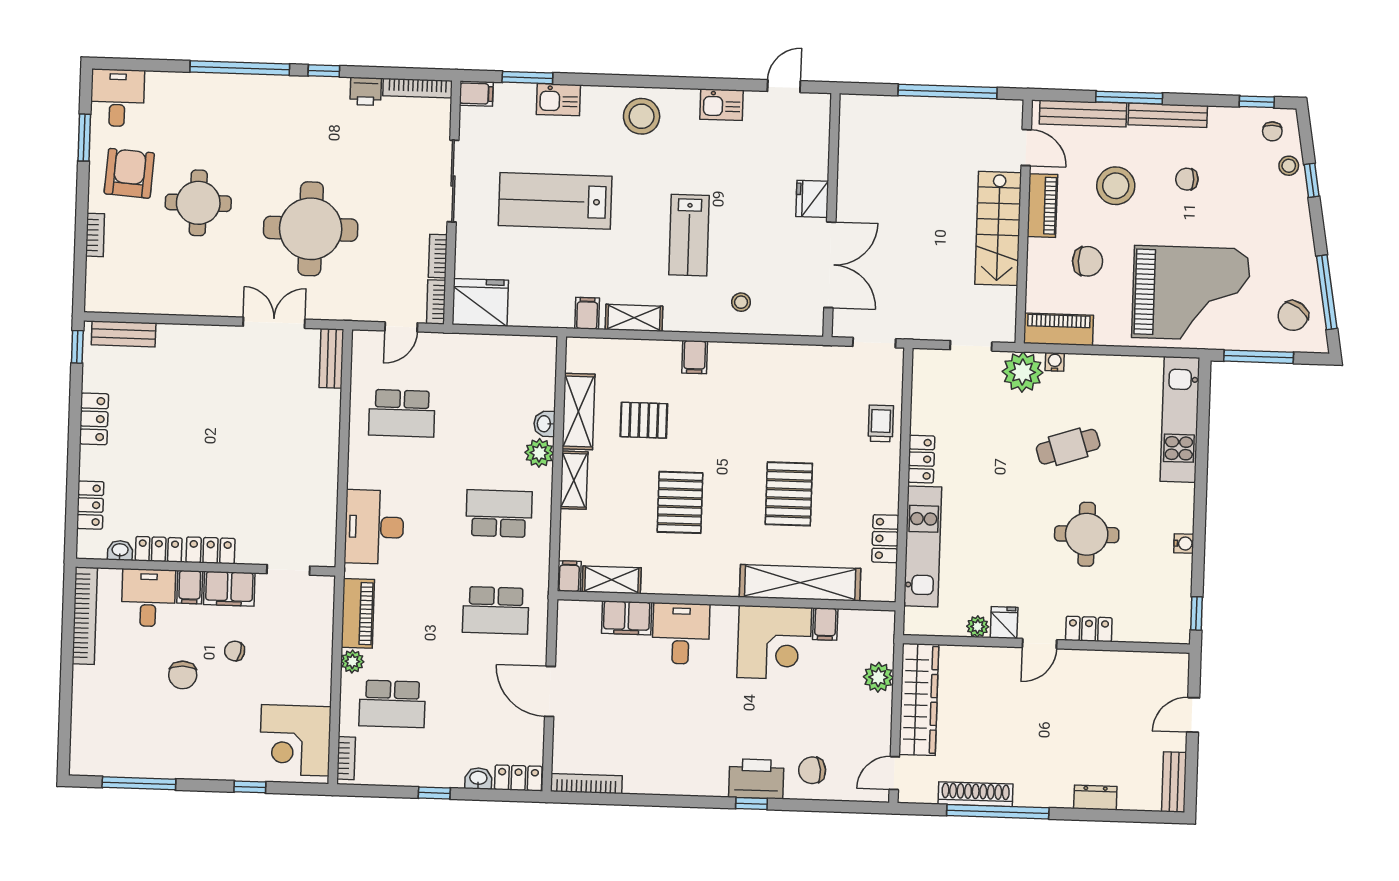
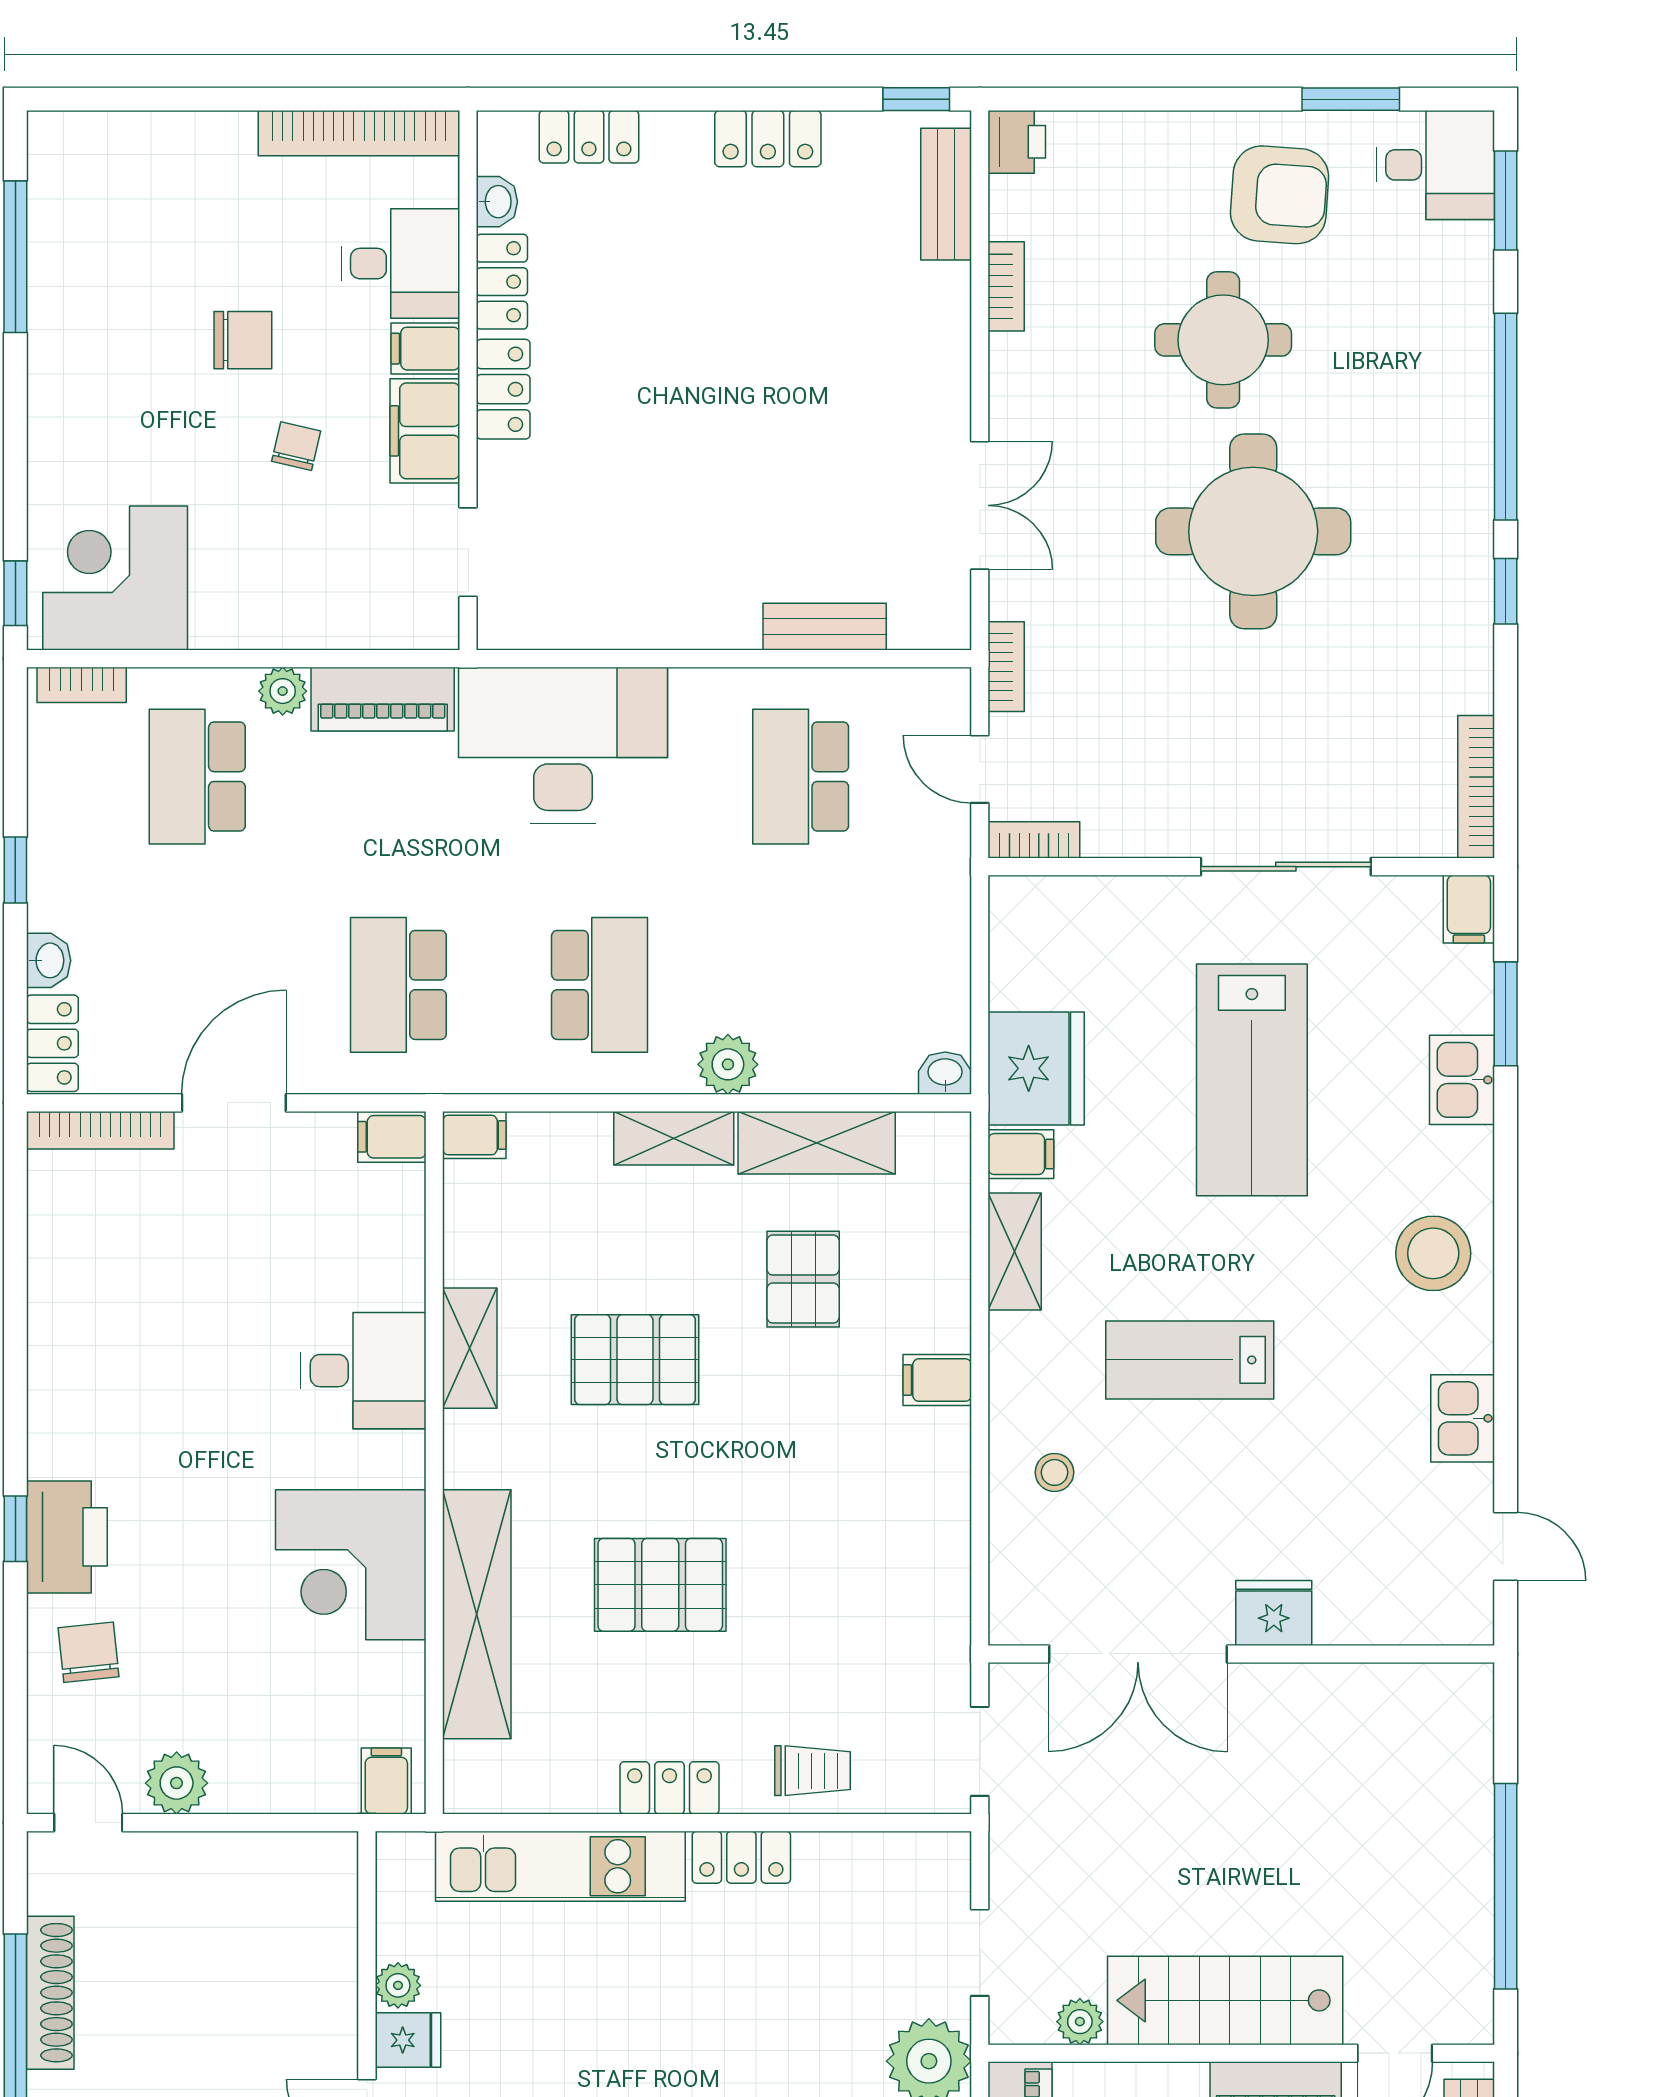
window: (136, 65) -> (1506, 200), added
printer: (366, 91) -> (1017, 142), moved, turned 180
lab bench: (555, 201) -> (1252, 1080), turned 180
round table: (311, 229) -> (1253, 531), moved
bookcase: (95, 235) -> (1006, 286), moved, turned -90
bookcase: (438, 256) -> (1006, 667), moved, turned 90
plant: (1006, 299) -> (1080, 2022), added
fridge: (480, 302) -> (1036, 1068), moved
bench: (331, 358) -> (825, 627), moved
washbasin: (544, 424) -> (945, 1073), moved
desk: (374, 527) -> (563, 745), width x1.36, depth x1.30
locker: (885, 539) -> (669, 1788), moved
shelving: (612, 580) -> (470, 1348), moved
filing cabinet: (627, 618) -> (392, 1137), moved, width x0.50
filing cabinet: (825, 624) -> (386, 1781), moved, turned 90
chair: (183, 675) -> (243, 340), turned 180
plant: (878, 677) -> (177, 1783), moved
wardrobe: (919, 699) -> (243, 1869), removed
bookcase: (586, 784) -> (100, 1130), moved, turned 90
window: (250, 787) -> (15, 593), moved

